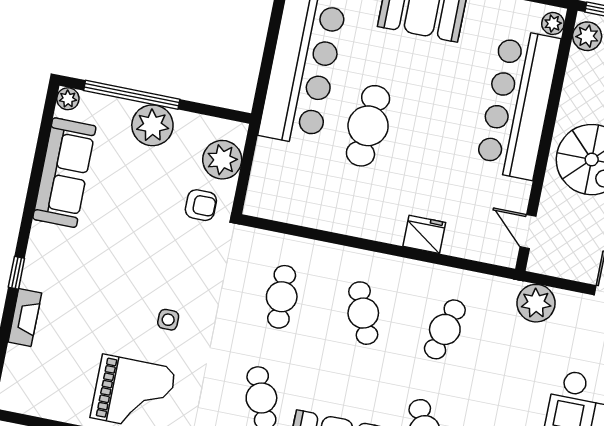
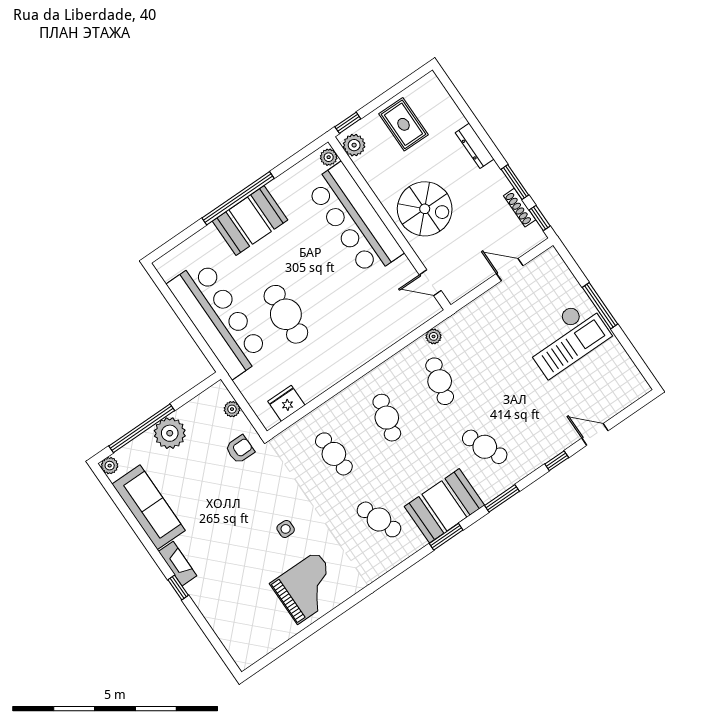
plant: (222, 160) -> (232, 409), width x0.53, depth x0.53
fridge: (424, 234) -> (286, 403), moved
plant: (536, 303) -> (434, 336), moved, width x0.53, depth x0.53
cafe table: (363, 313) -> (387, 418), turned 36
fireplace: (25, 318) -> (178, 564), moved

